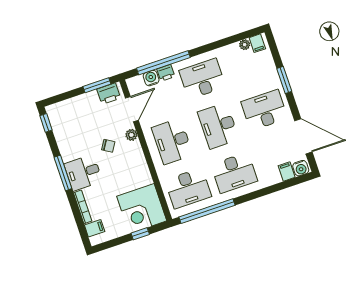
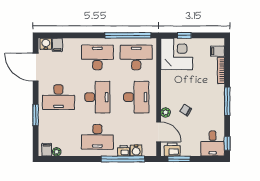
door: (132, 109) -> (159, 132), swing flipped
desk: (83, 173) -> (213, 143), moved, turned 90

